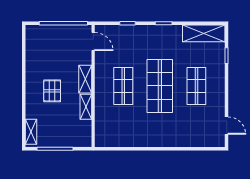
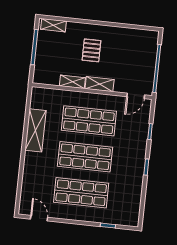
shelving: (204, 33) -> (35, 130), moved
shop shelf: (123, 86) -> (89, 121), width x1.43, depth x1.36
shop shelf: (196, 86) -> (81, 193), width x1.43, depth x1.36
pallet: (52, 91) -> (91, 50), turned 90
door: (227, 126) -> (39, 218), swing flipped

